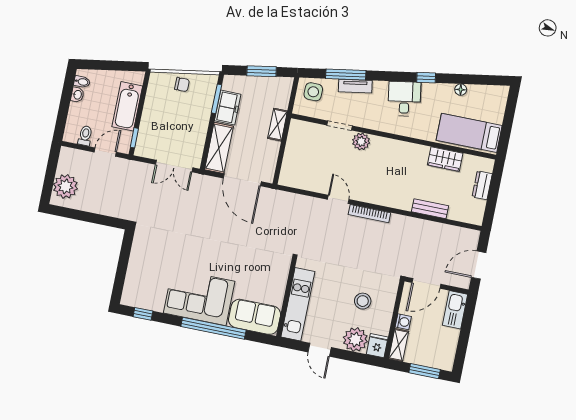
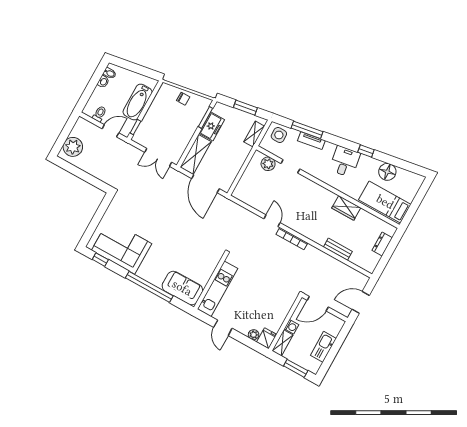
floor lamp: (461, 90) -> (387, 172), width x1.89, depth x1.89
shelving: (278, 125) -> (254, 134), moved
plant: (361, 141) -> (268, 164), moved
wardrobe: (445, 159) -> (346, 208), moved
corner sofa: (199, 297) -> (122, 247), moved
stool: (363, 301) -> (266, 302), removed
kitchen sink: (455, 310) -> (323, 347), moved
plant: (355, 340) -> (254, 335), width x0.53, depth x0.53

